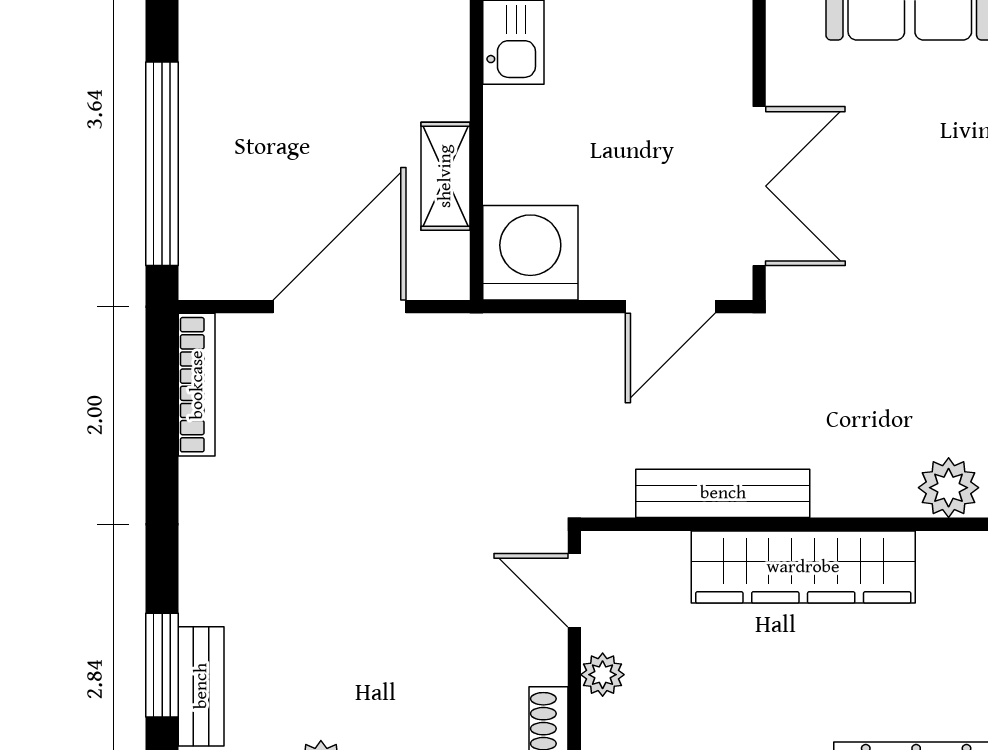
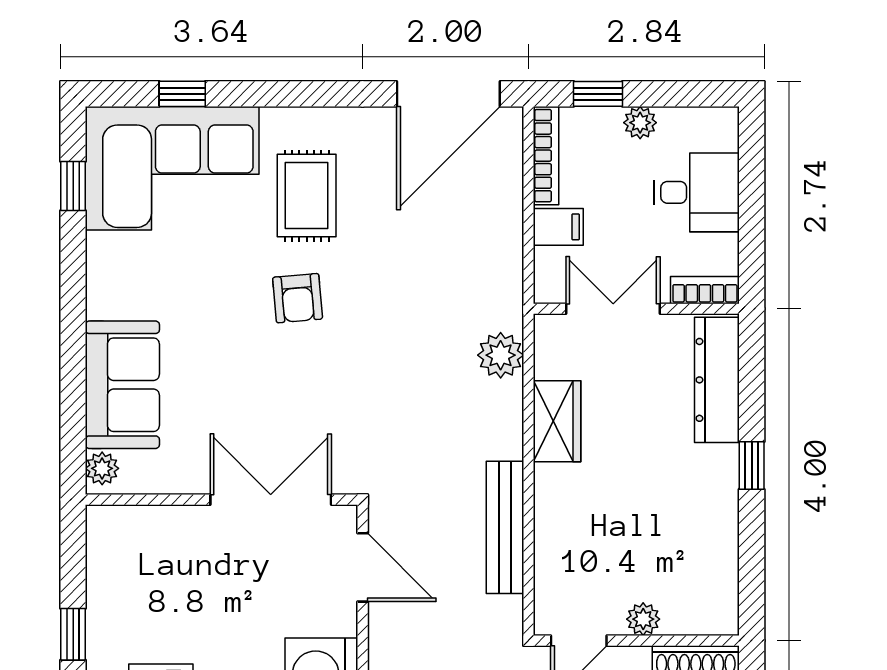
wardrobe: (803, 567) -> (557, 421), width x0.48, depth x0.85

